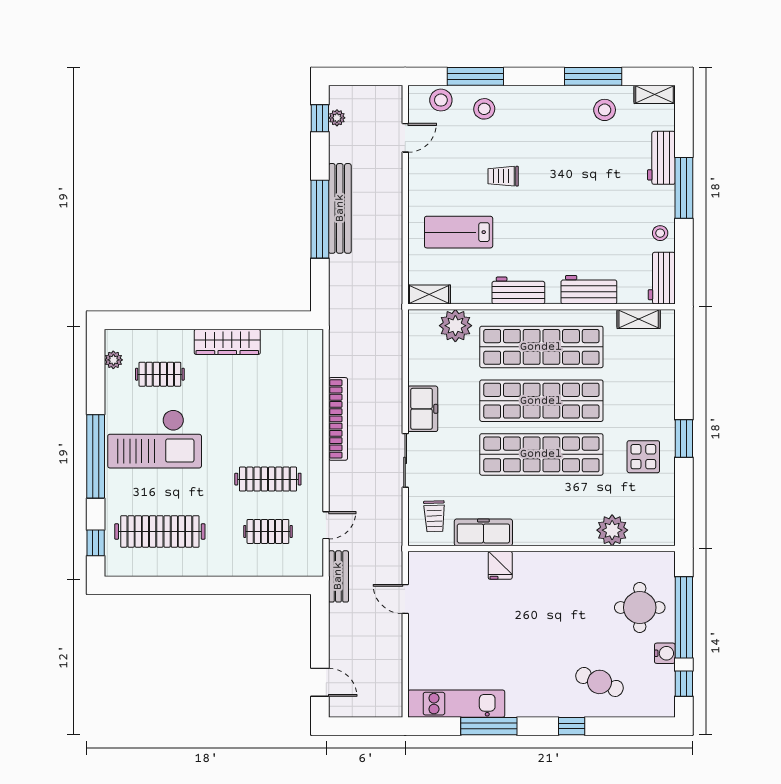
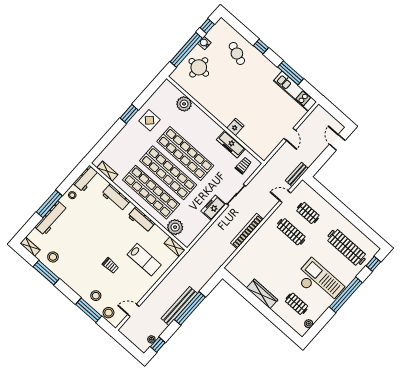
workbench: (661, 158) -> (51, 218), width x1.37
door: (405, 599) -> (290, 134), moved

